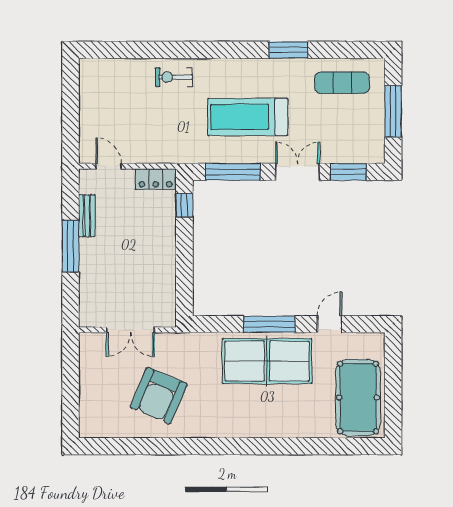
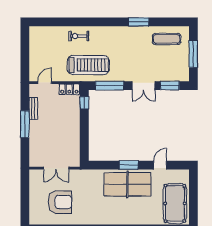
treadmill: (248, 117) -> (88, 65), moved, turned 180
door: (109, 166) -> (45, 83), hinge flipped
double door: (298, 172) -> (143, 86), swing flipped
window: (269, 324) -> (129, 165), width x0.69
armchair: (159, 396) -> (60, 202), moved, turned -113

